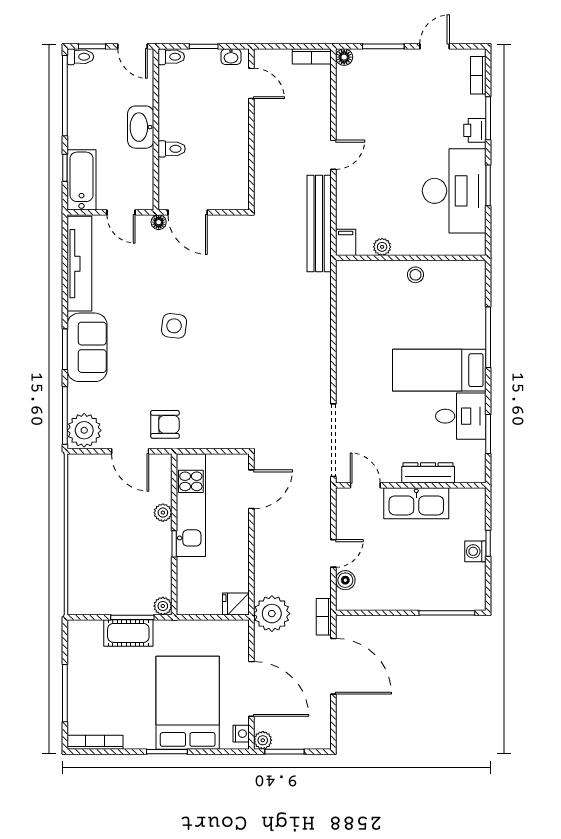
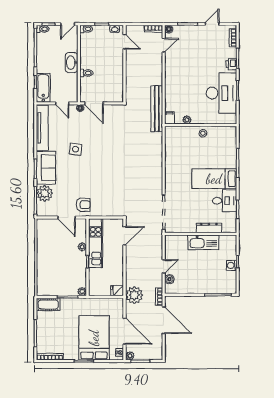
door: (133, 46) -> (68, 24), hinge flipped
door: (333, 155) -> (164, 45), moved
side table: (174, 326) -> (76, 149), moved
plant: (84, 430) -> (45, 193), moved
door: (365, 485) -> (179, 234), removed
cot: (128, 633) -> (48, 304), moved

